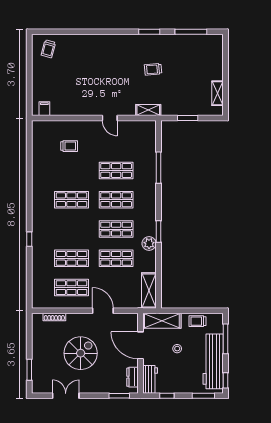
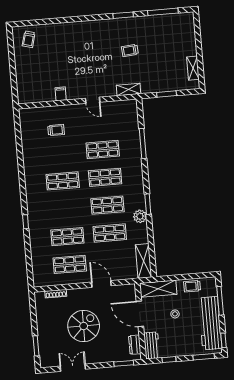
filing cabinet: (44, 109) -> (61, 94), moved

